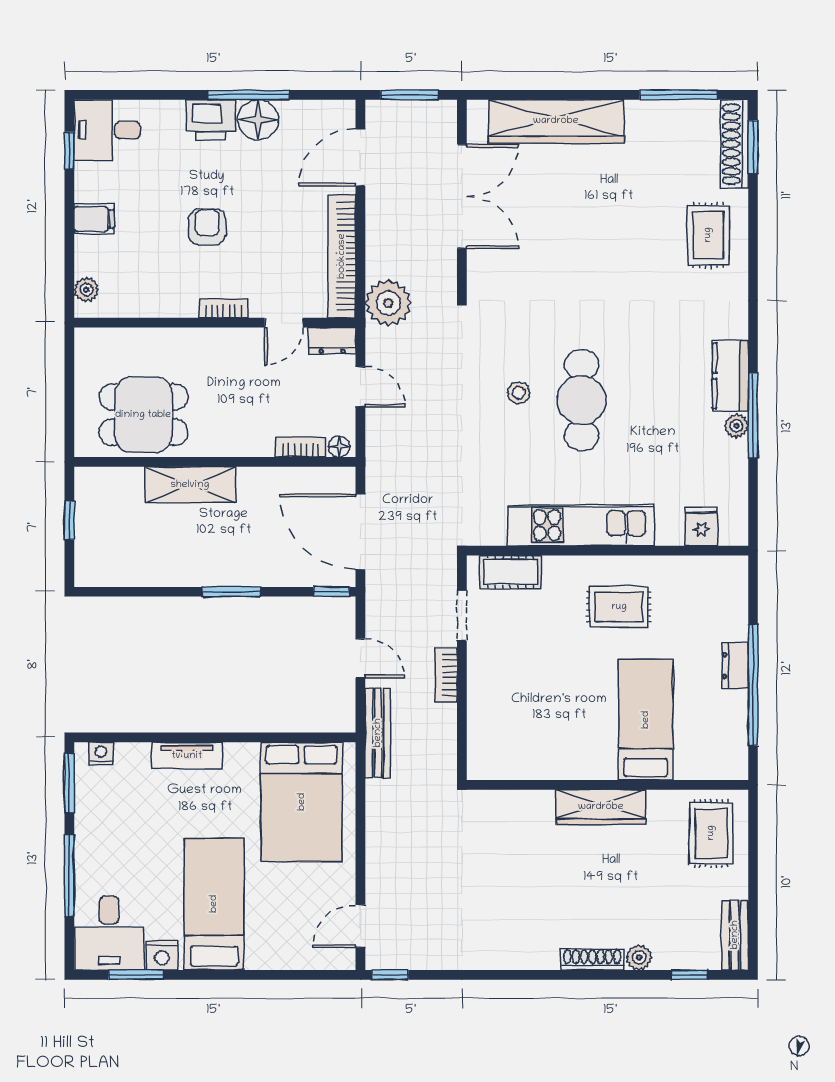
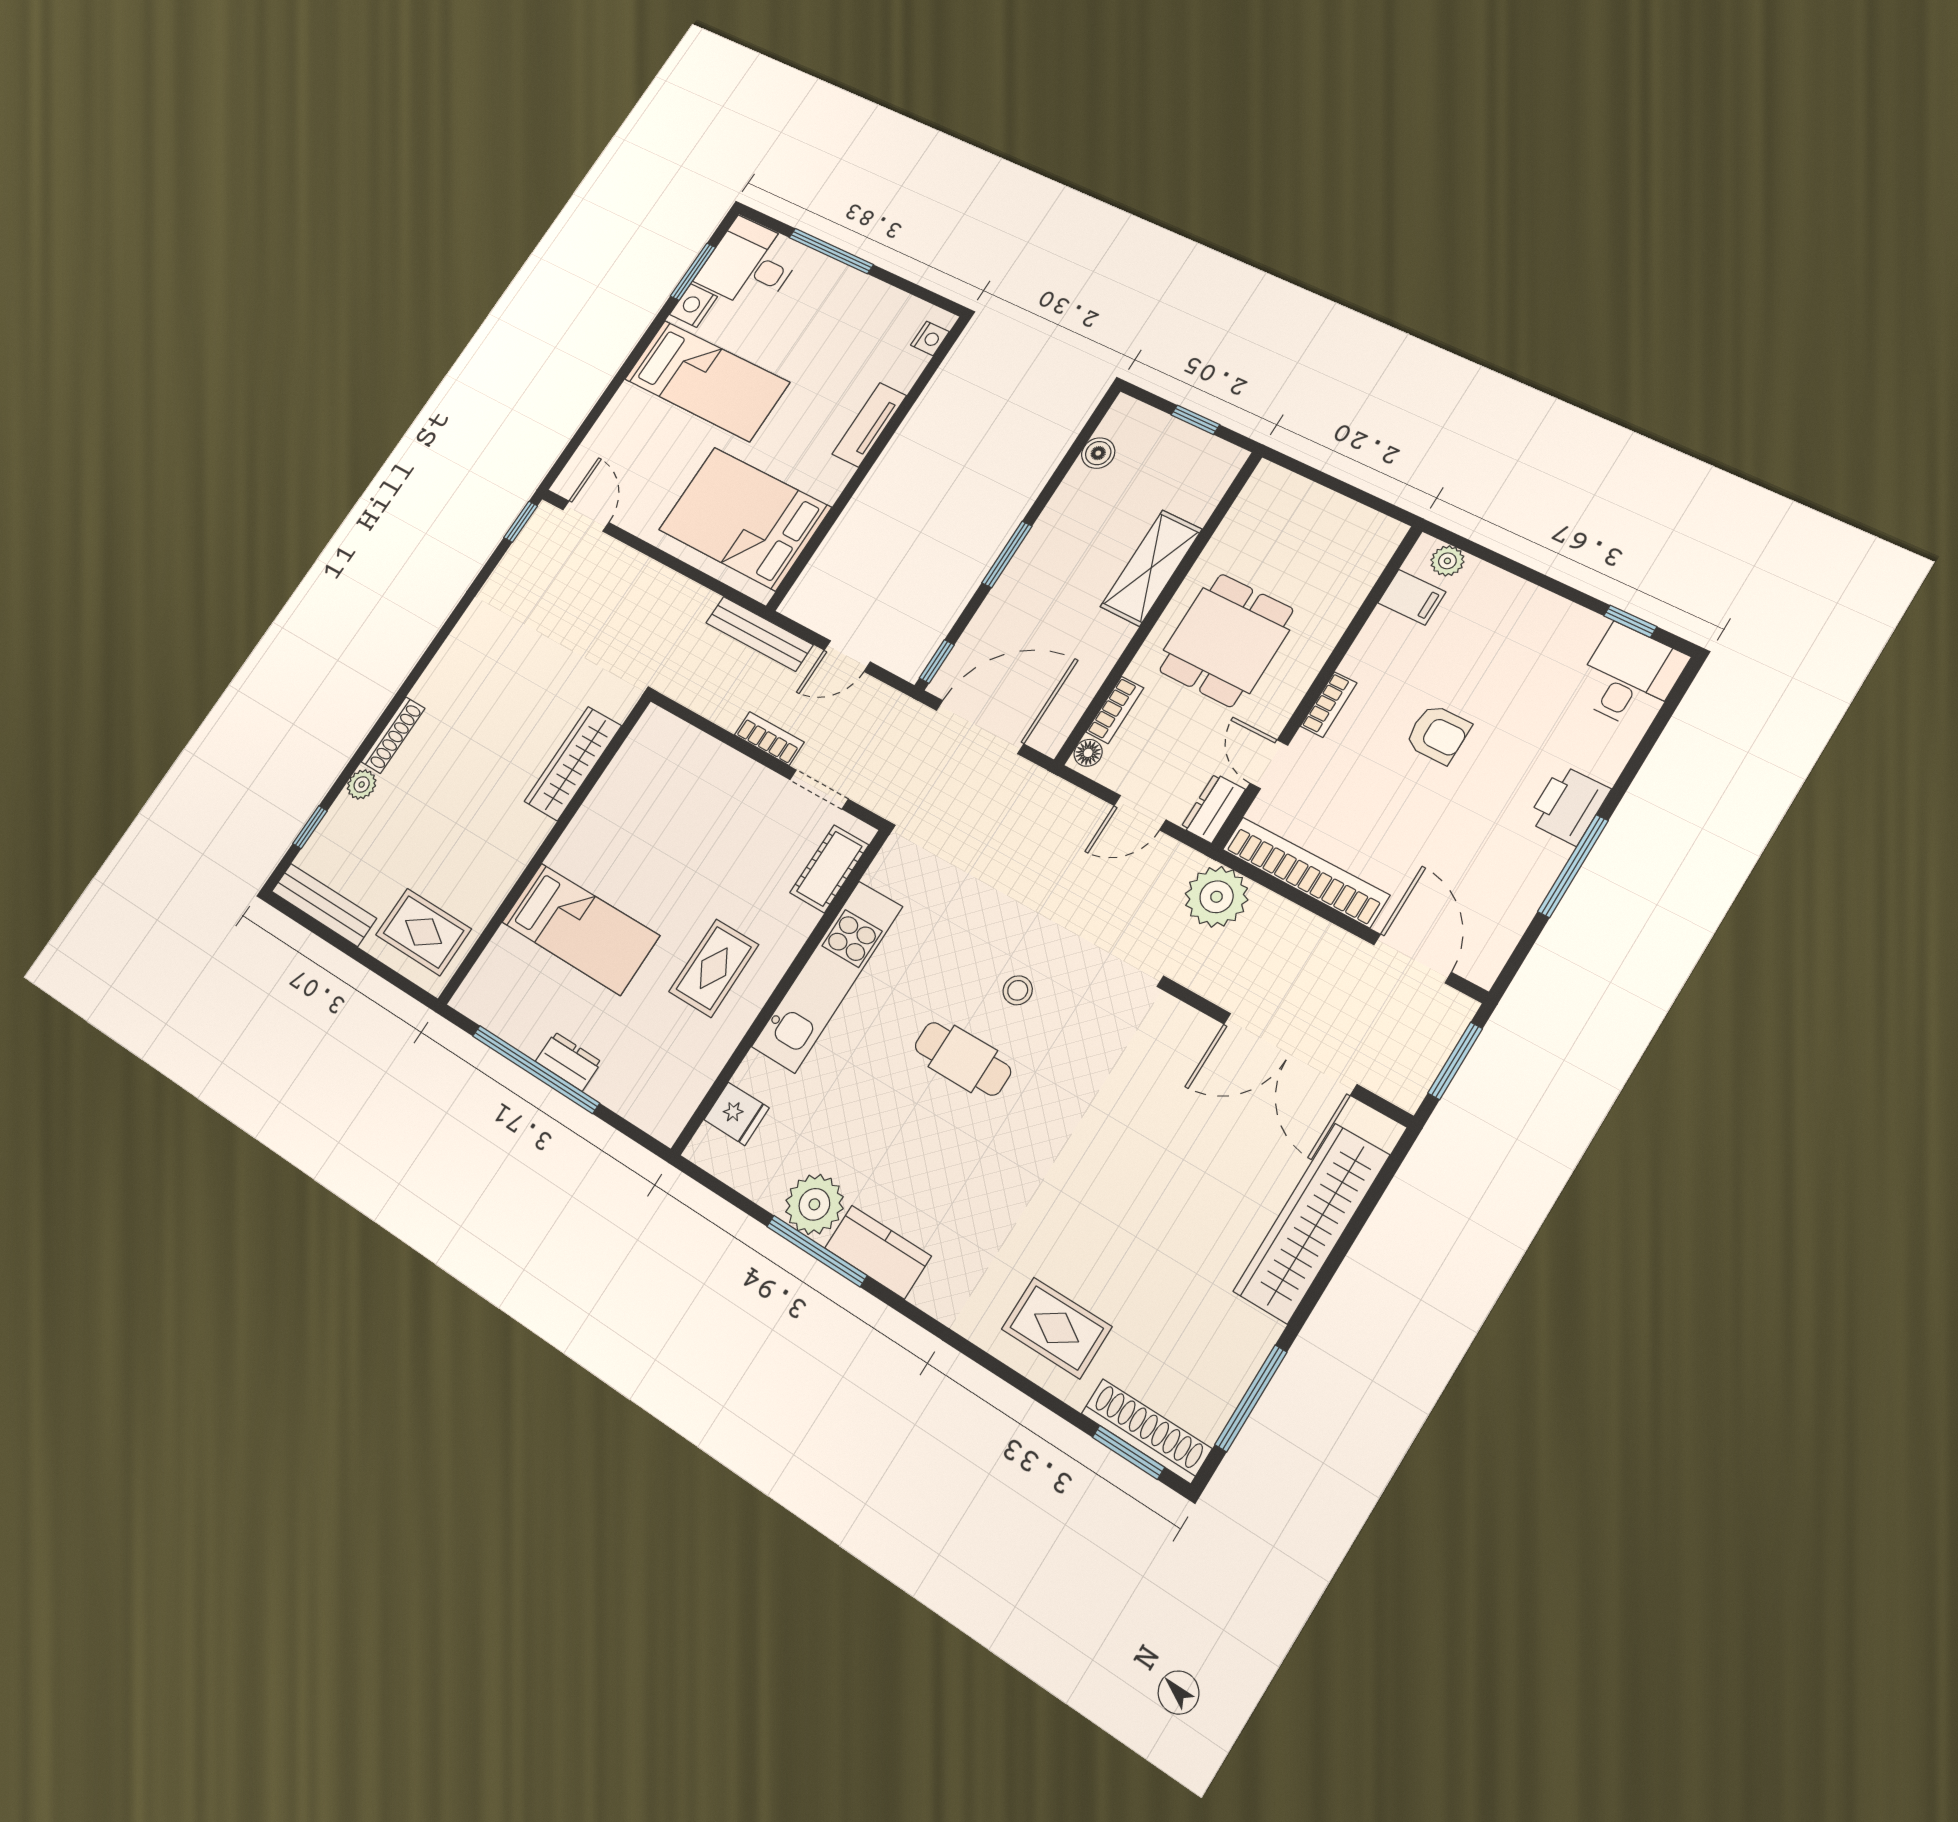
floor lamp: (258, 120) -> (1534, 861), removed
filing cabinet: (94, 219) -> (1412, 597), moved, turned -90
cafe table: (582, 400) -> (963, 1059), width x0.73, depth x0.74
dining table: (143, 415) -> (1226, 640), moved
plant: (736, 426) -> (814, 1204), width x1.88, depth x1.88
boiler: (127, 574) -> (1098, 453), added
window: (69, 783) -> (922, 293), removed
wardrobe: (601, 807) -> (573, 763), moved
bench: (735, 935) -> (324, 905), width x1.36

